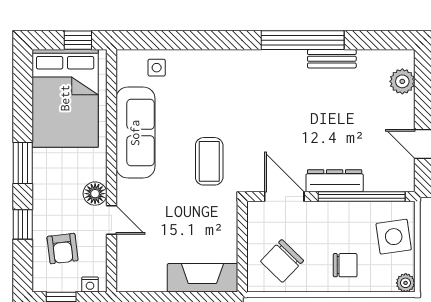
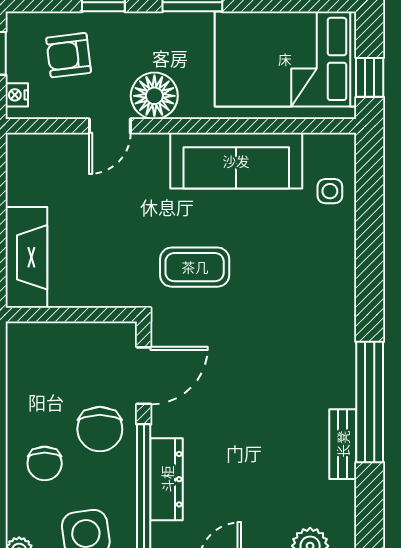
dresser: (335, 181) -> (167, 479), moved
floor lamp: (95, 194) -> (154, 96), width x1.38, depth x1.38
chair: (282, 261) -> (100, 429), moved, turned -134

